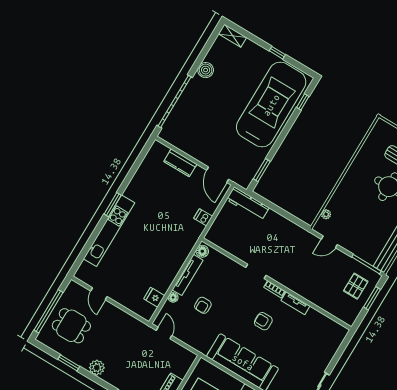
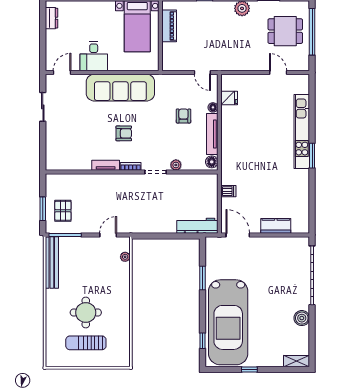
window: (262, 170) -> (203, 278), moved
plant: (235, 267) -> (176, 165), added

